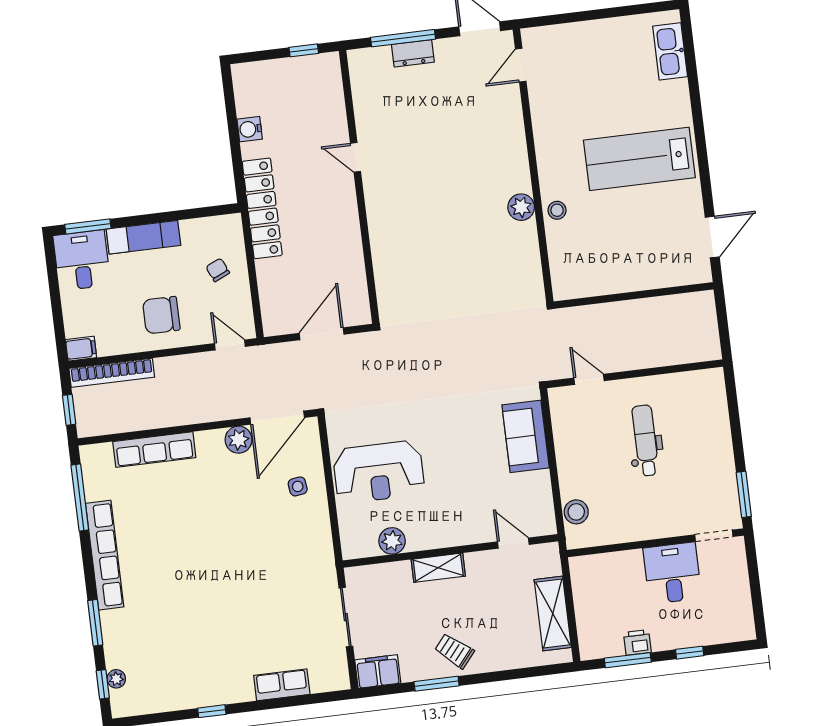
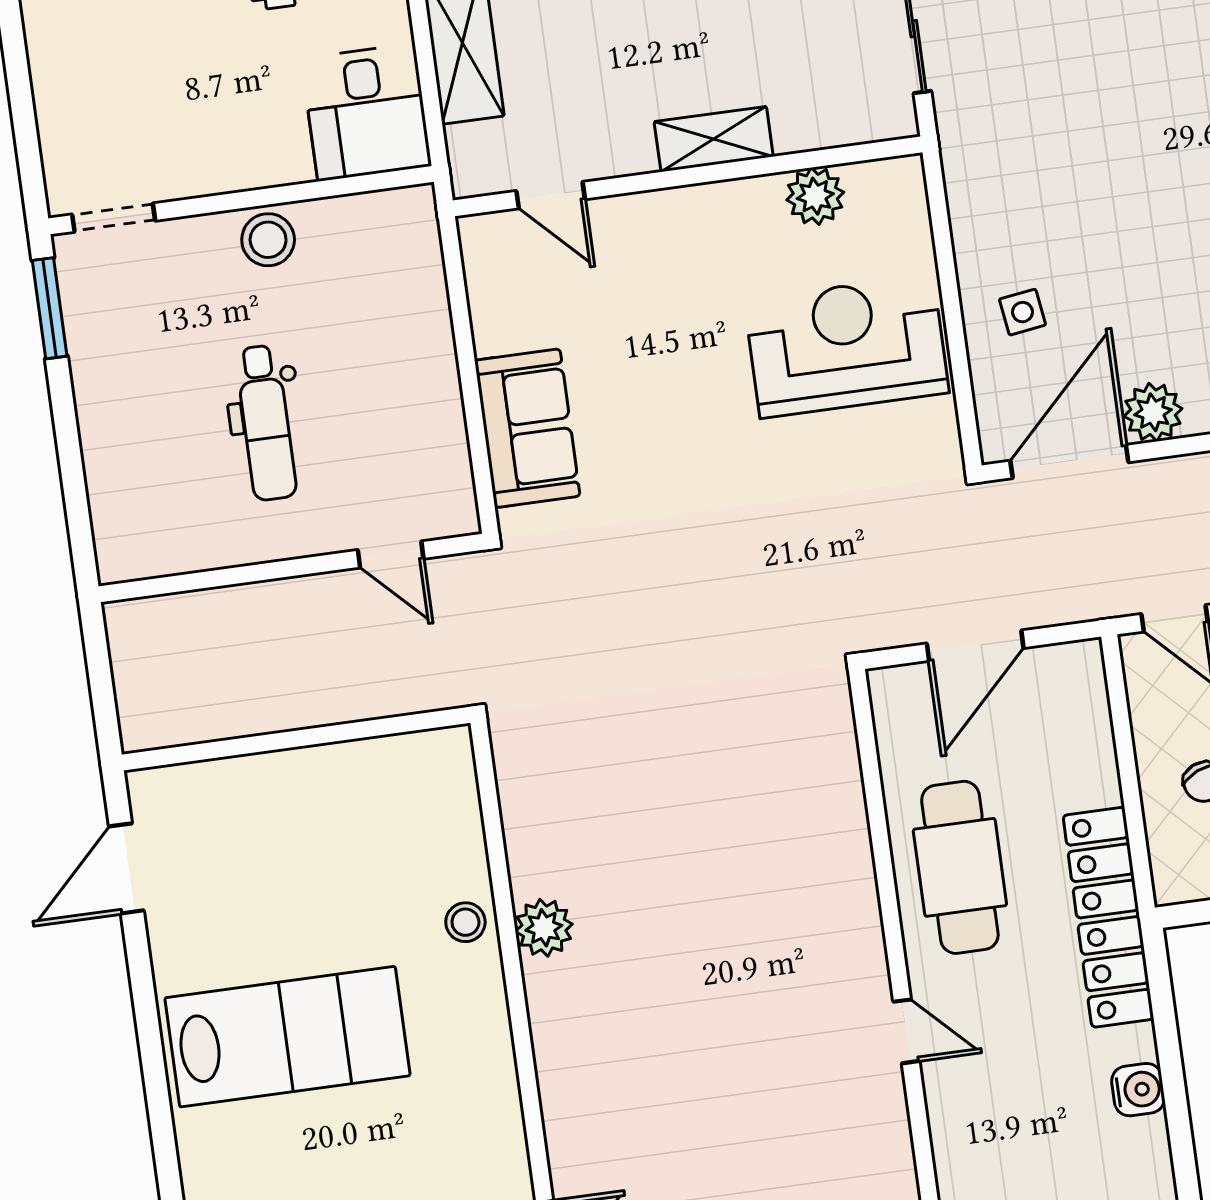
cafe table: (330, 232) -> (960, 867), added
stool: (576, 512) -> (268, 240), moved
desk: (672, 573) -> (366, 112), moved

